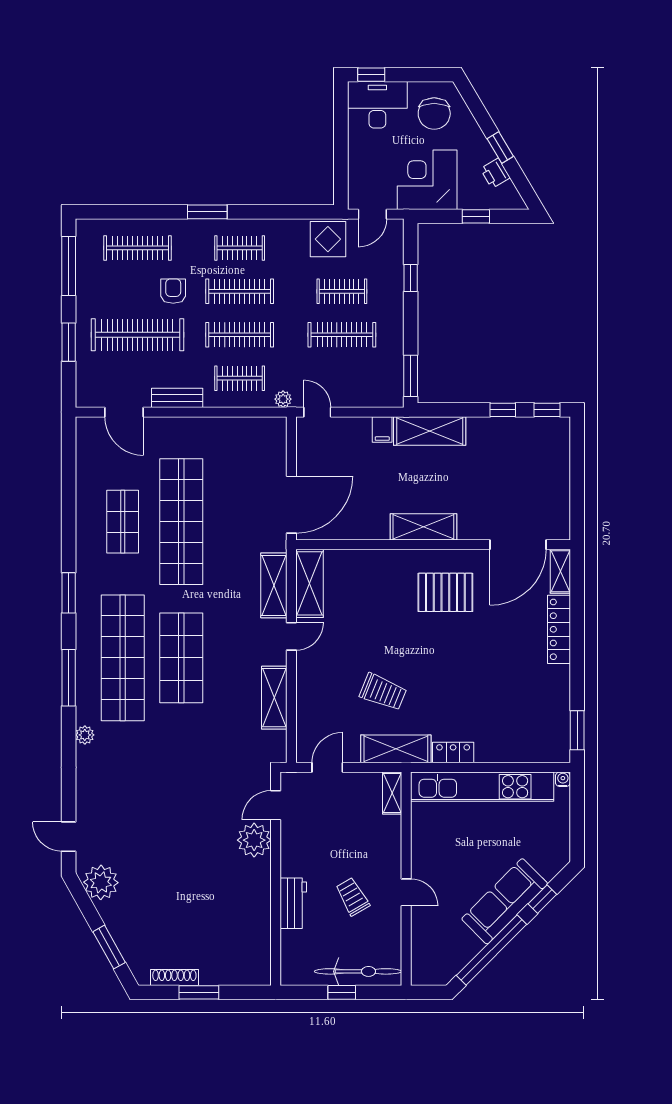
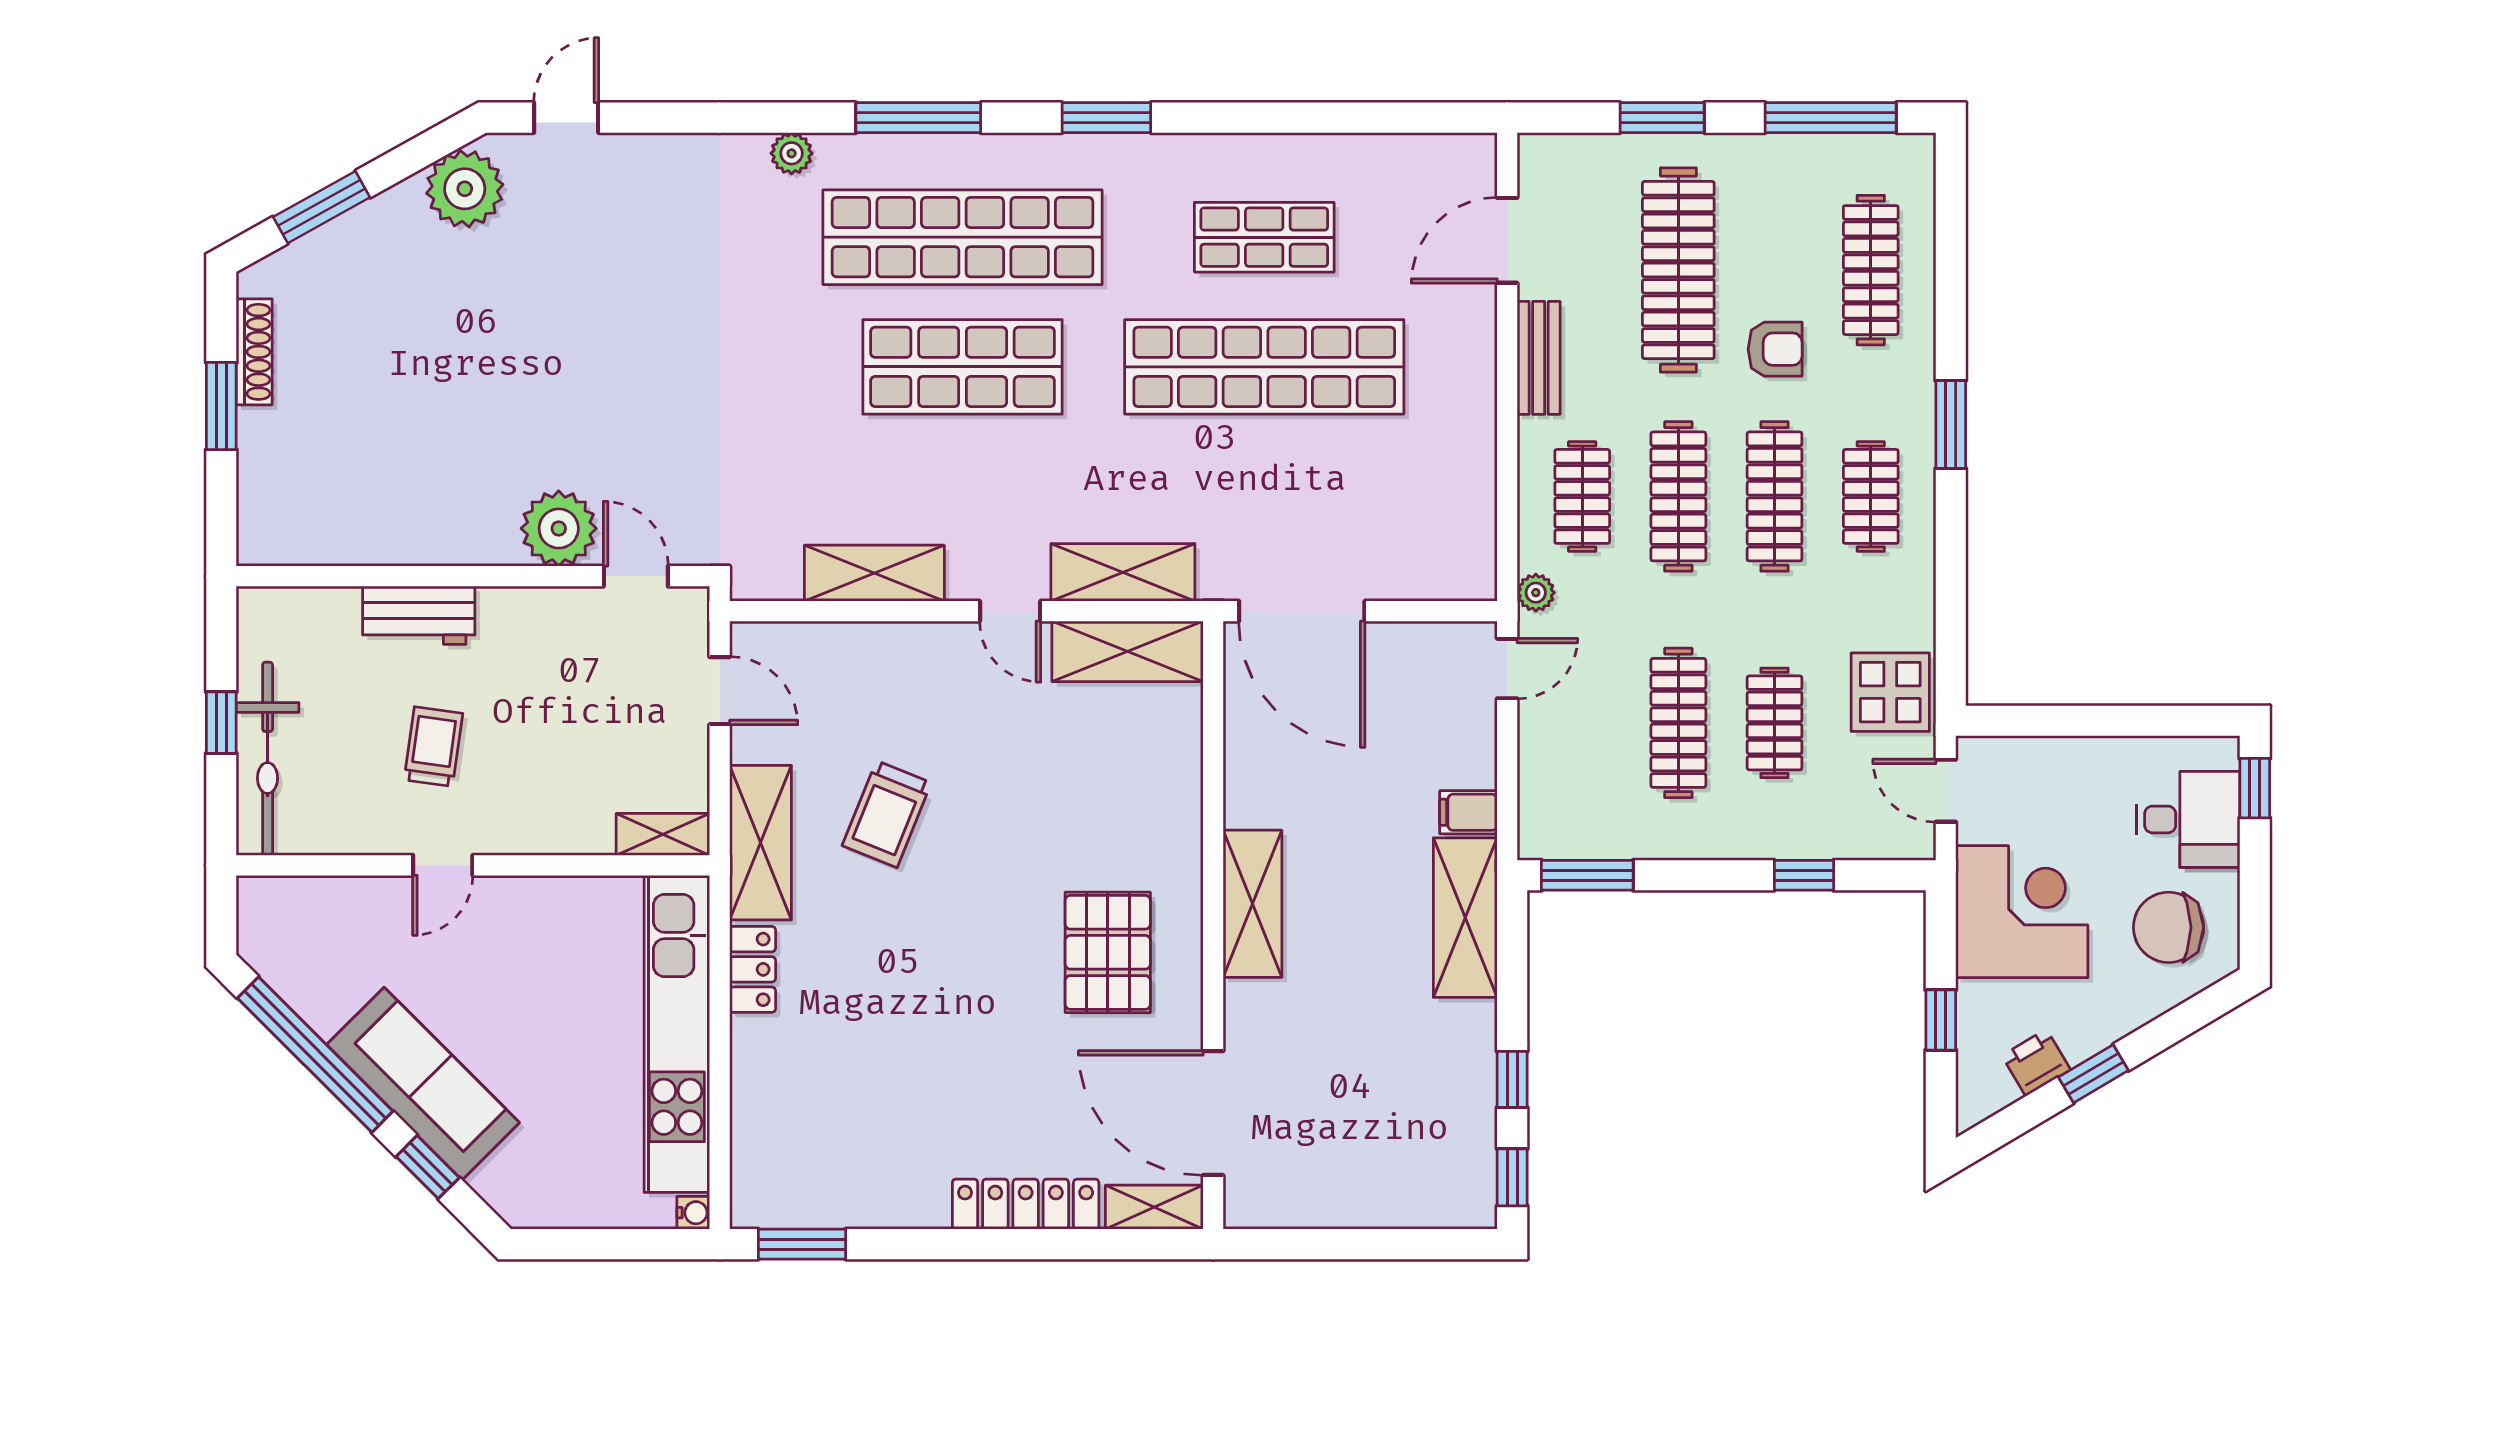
desk: (377, 105) -> (2188, 819), width x0.73
trolley: (353, 897) -> (433, 747), turned -52

